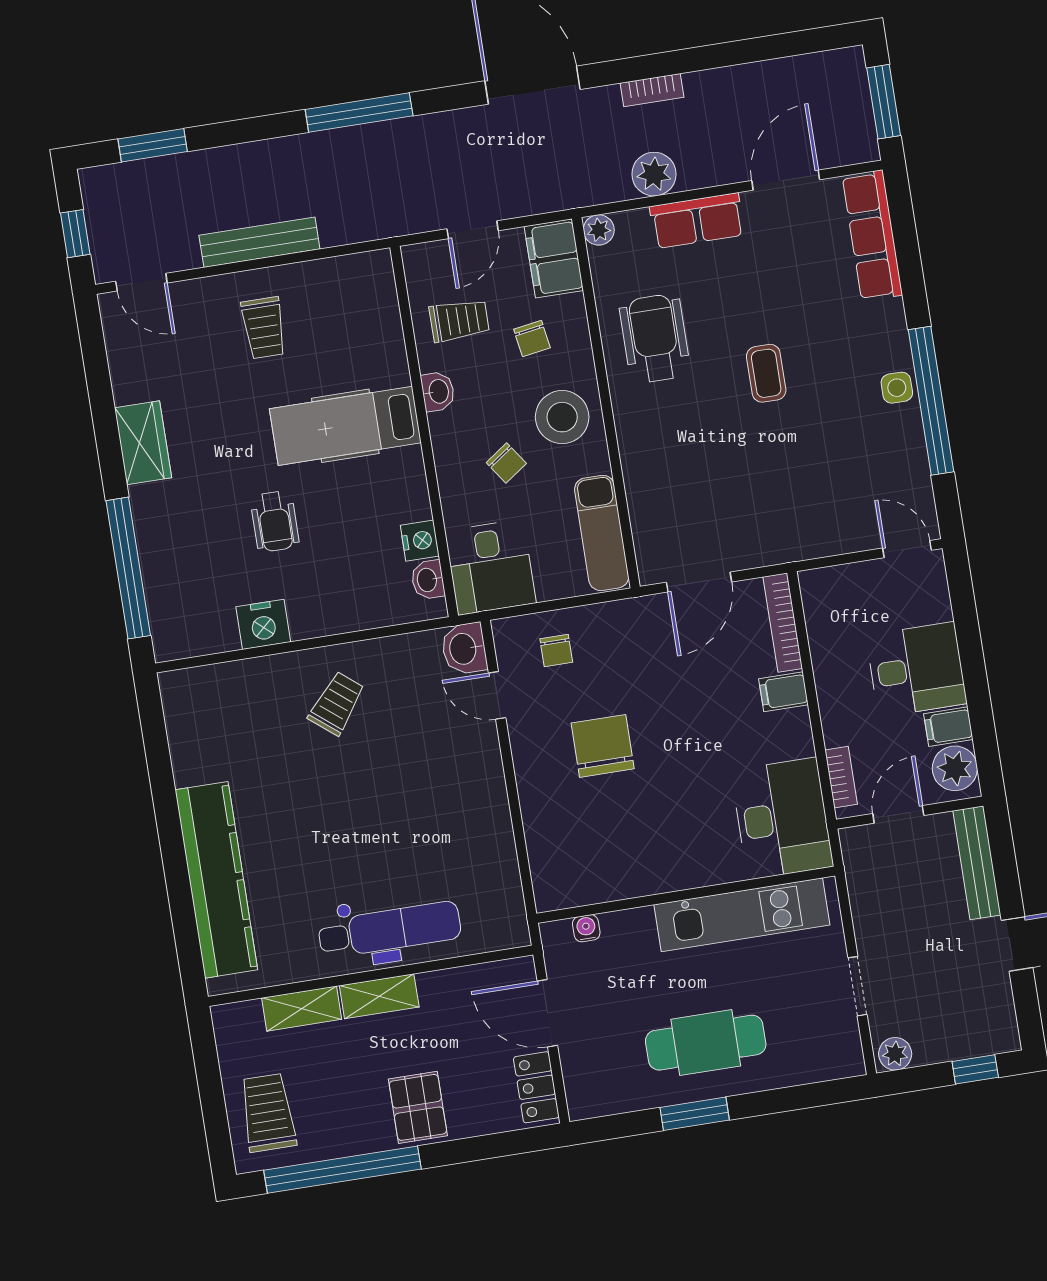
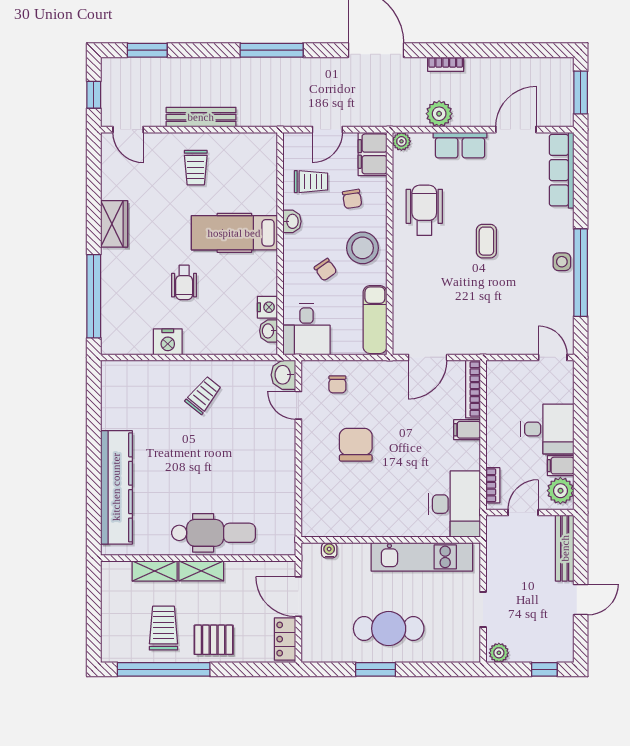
pallet: (418, 1107) -> (214, 640), turned 90
trolley: (268, 1113) -> (163, 628), moved

